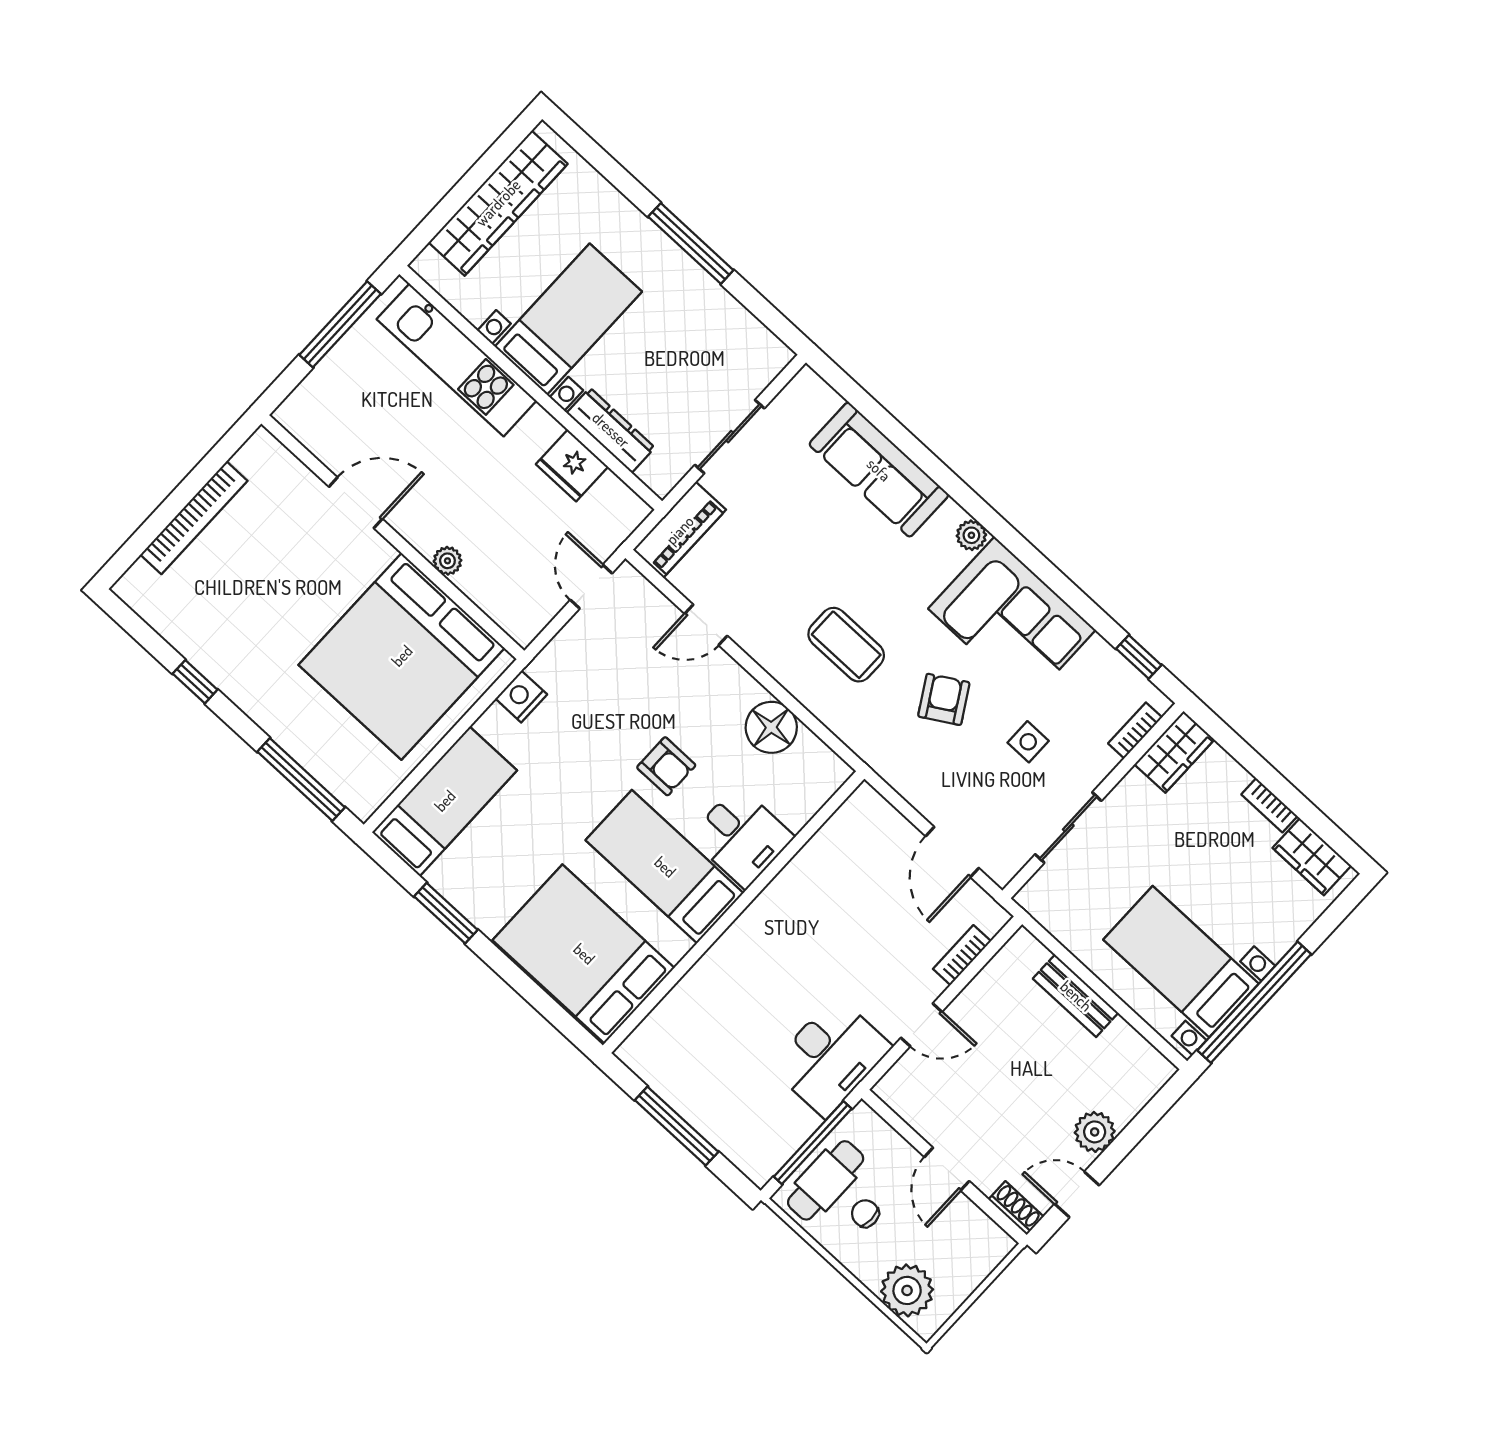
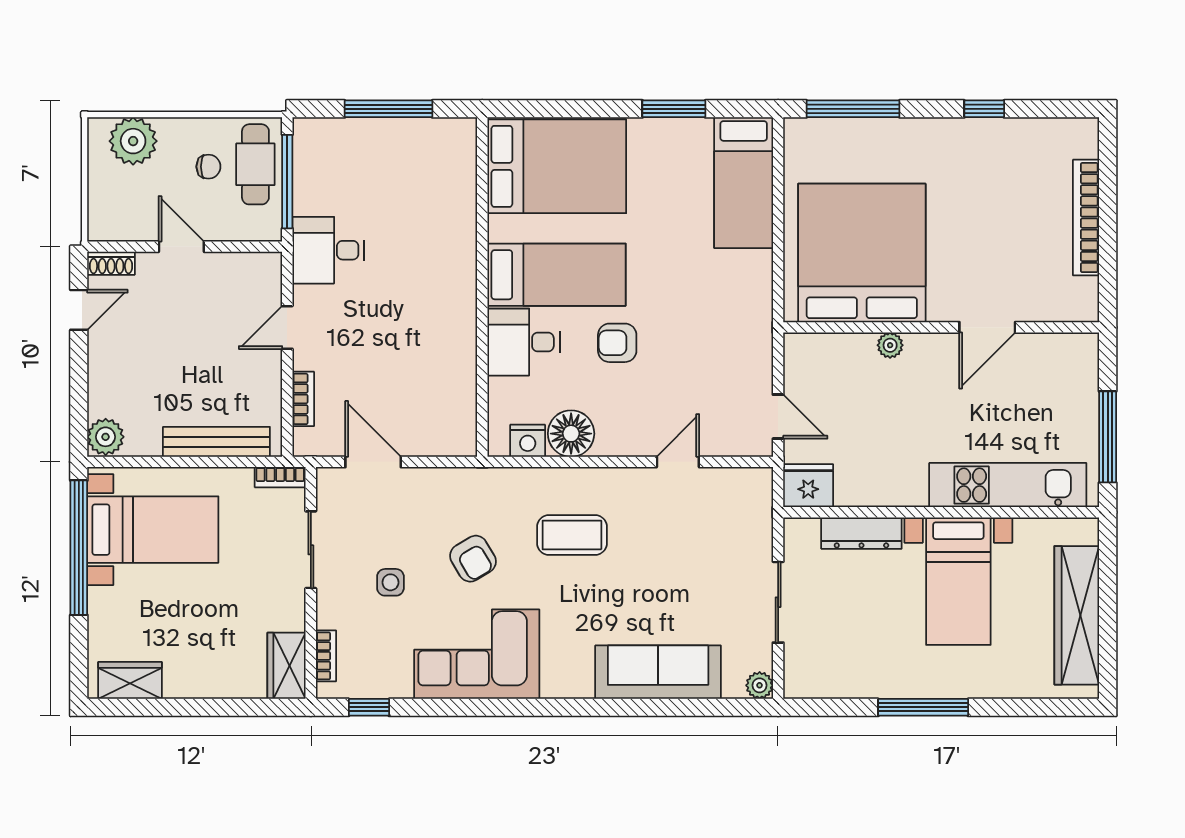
fridge: (572, 465) -> (808, 486), moved
piano: (680, 530) -> (754, 509), removed
plant: (971, 535) -> (760, 685), moved
nightstand: (521, 697) -> (528, 441), moved, turned 90
bookcase: (1269, 805) -> (280, 477), moved, turned 180
bench: (1076, 996) -> (216, 442), width x1.36
desk: (831, 1057) -> (328, 250), width x0.73
plant: (1095, 1132) -> (106, 437), moved

